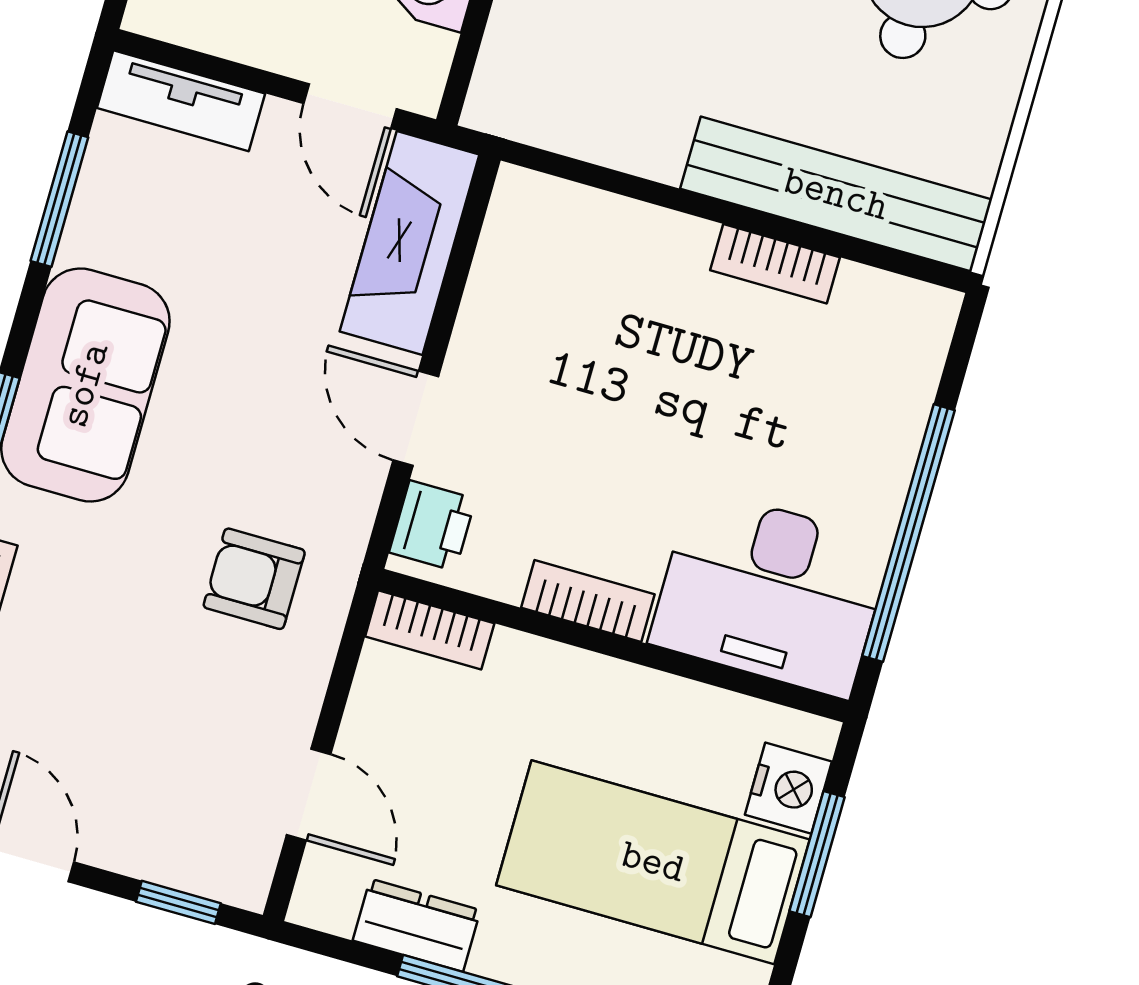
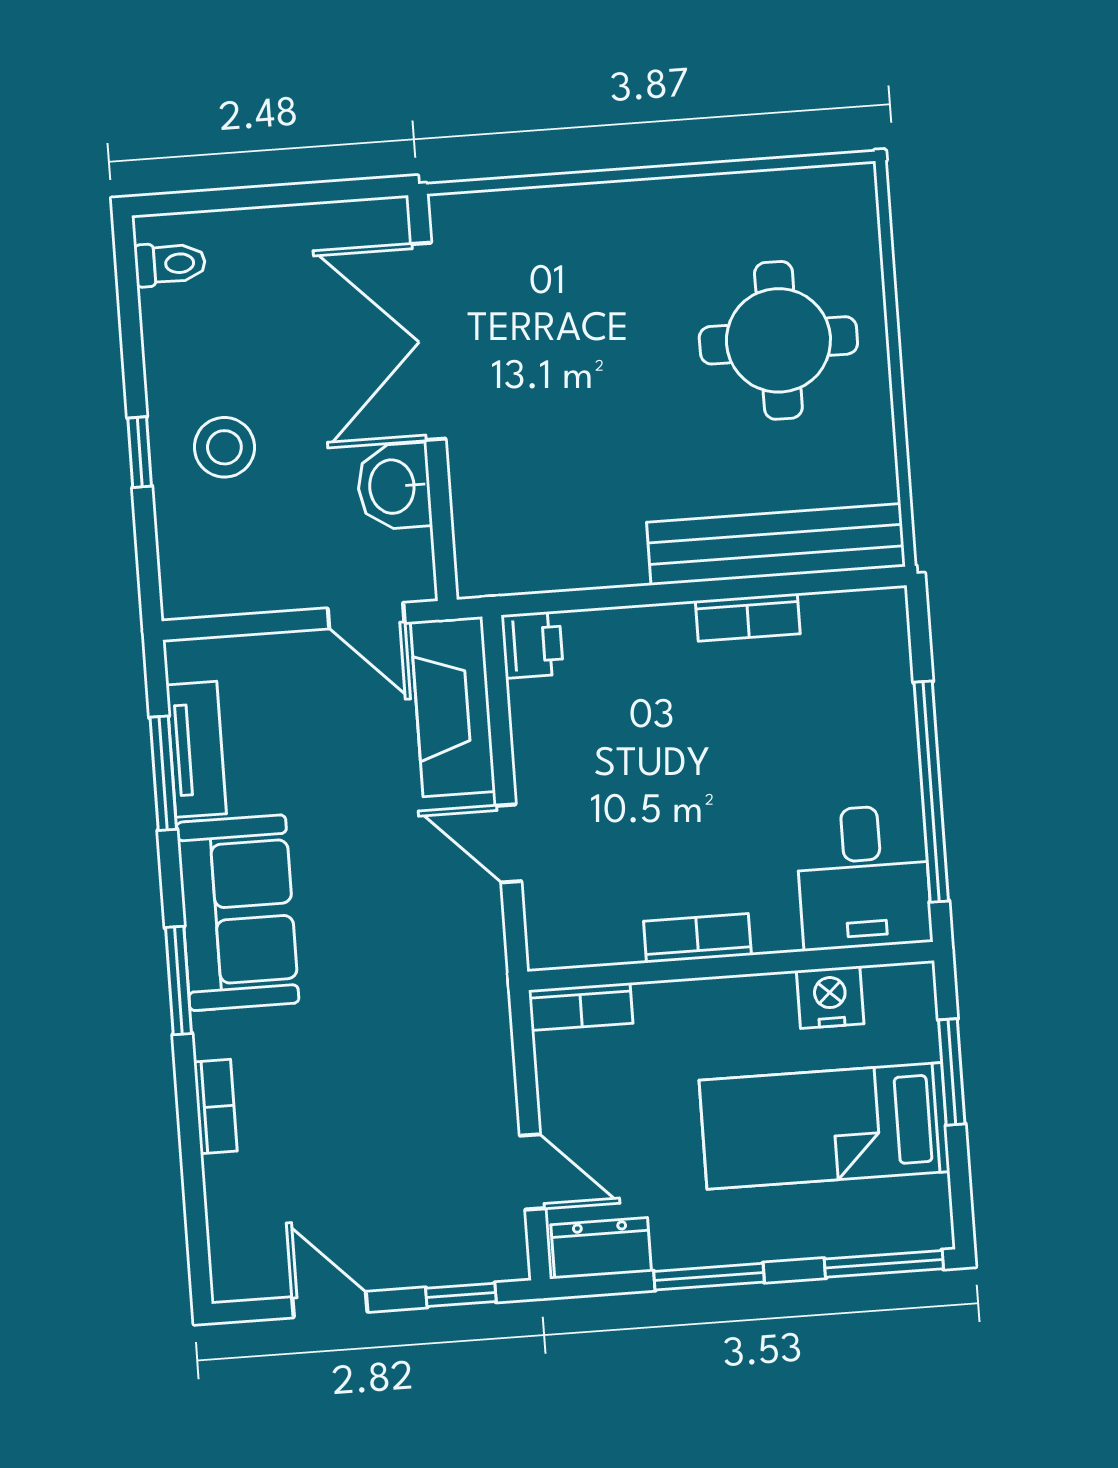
tv unit: (181, 101) -> (196, 749), moved, turned -90
printer: (432, 526) -> (532, 645), moved
armchair: (254, 579) -> (427, 1017), removed
desk: (771, 593) -> (863, 877), width x0.73
nightstand: (788, 788) -> (830, 997), moved, turned -90
dresser: (417, 925) -> (601, 1248), moved

